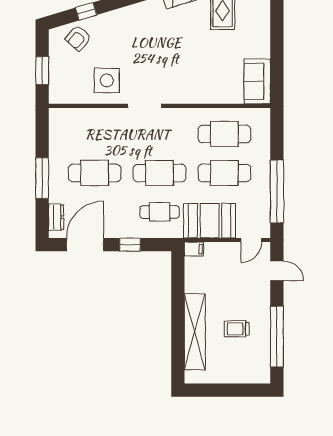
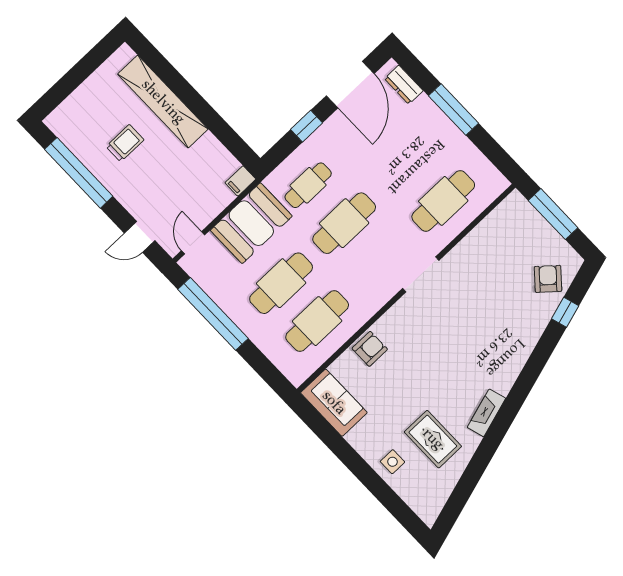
window: (42, 71) -> (553, 214), width x1.44
side table: (107, 80) -> (392, 462), moved, width x0.54, depth x0.54
armchair: (210, 92) -> (370, 349), added
cafe table: (95, 173) -> (443, 201), moved

